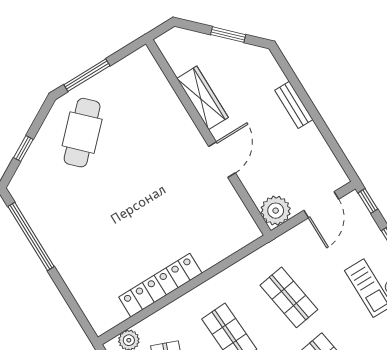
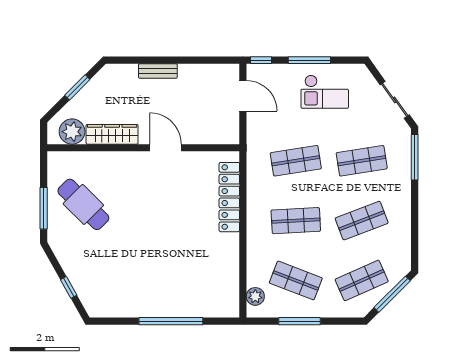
cafe table: (82, 133) -> (83, 204), moved
plant: (276, 211) -> (72, 132), moved
window: (31, 237) -> (171, 321), moved
locker: (160, 285) -> (229, 197), moved

